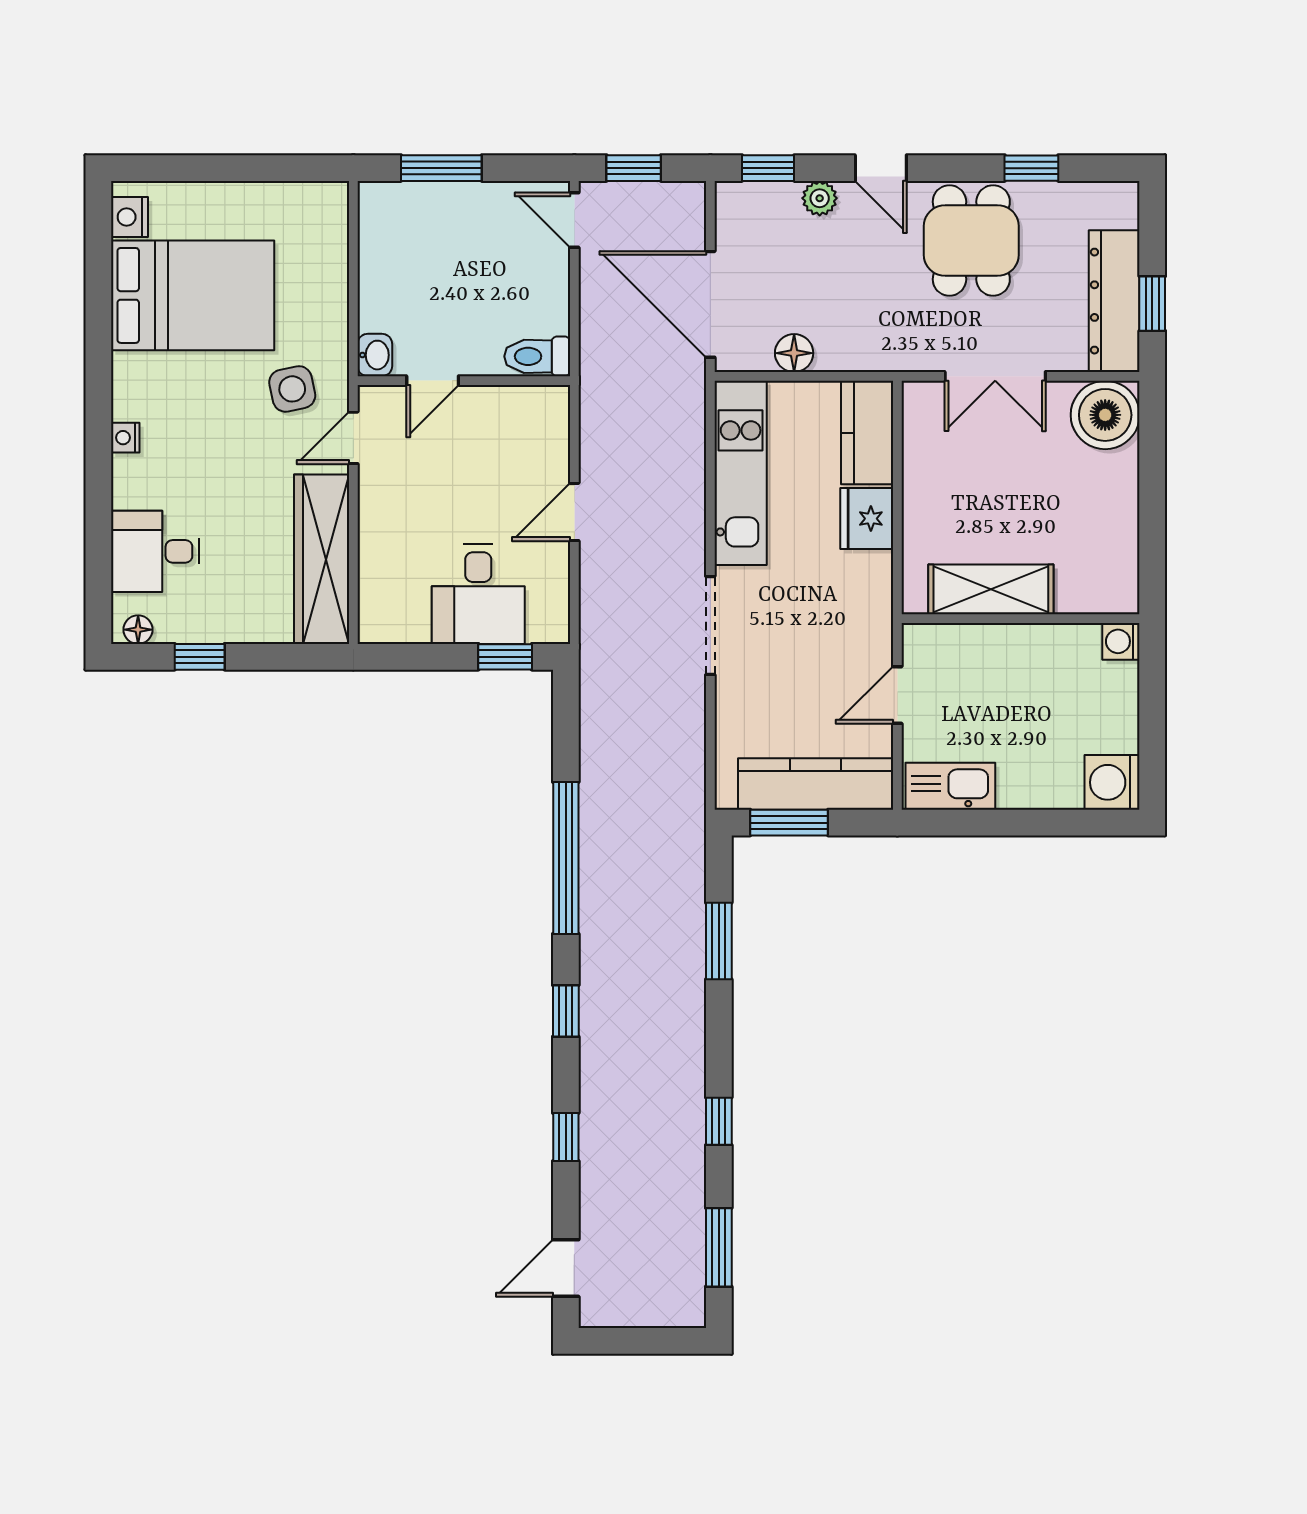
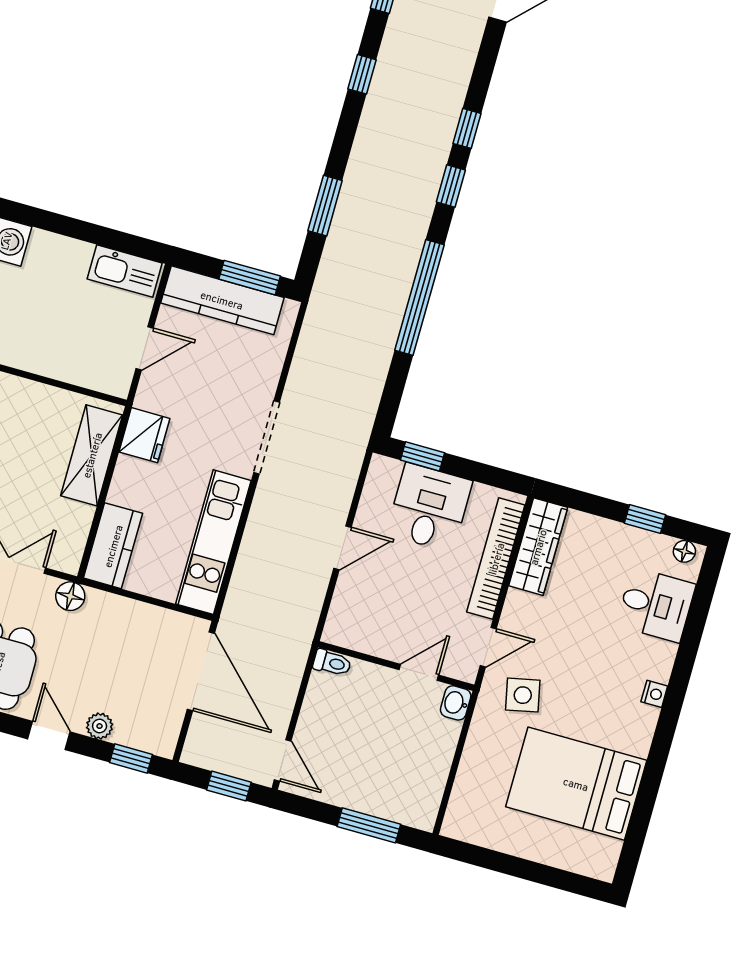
nightstand: (130, 217) -> (606, 854), removed
floor lamp: (794, 353) -> (70, 596), moved
toilet: (537, 356) -> (332, 663), width x0.73, depth x0.72
fridge: (867, 519) -> (144, 435), moved
bookcase: (375, 553) -> (496, 559), added
wardrobe: (322, 559) -> (538, 547), width x0.71, depth x0.85
shelving: (991, 589) -> (92, 455), moved, turned 90
window: (566, 1137) -> (467, 128), moved

